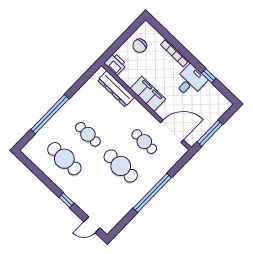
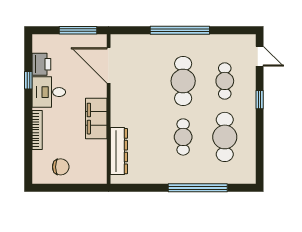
printer: (115, 64) -> (41, 64), moved, turned 180
cafe table: (144, 142) -> (225, 81), moved

